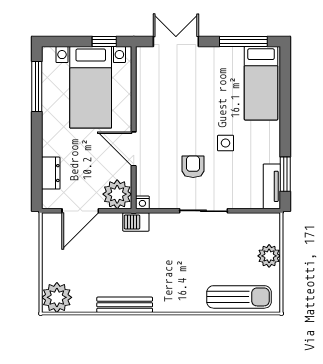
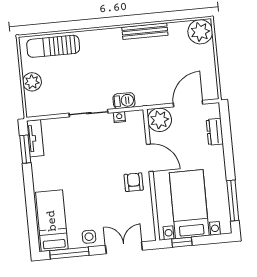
double door: (176, 41) -> (124, 248), swing flipped
side table: (226, 143) -> (89, 237), moved
armchair: (193, 167) -> (134, 182), moved, turned 180
nightstand: (142, 202) -> (119, 117), moved
barbecue: (136, 222) -> (124, 101), moved

